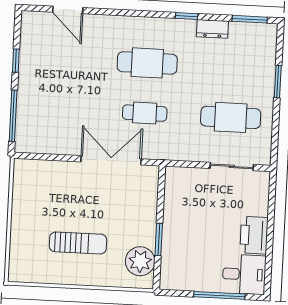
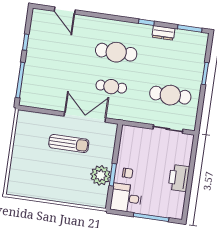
chair: (180, 235) -> (128, 173), added
sun lounger: (78, 243) -> (69, 144), moved
plant: (140, 261) -> (100, 175), moved
desk: (244, 274) -> (126, 198), moved, turned 180

